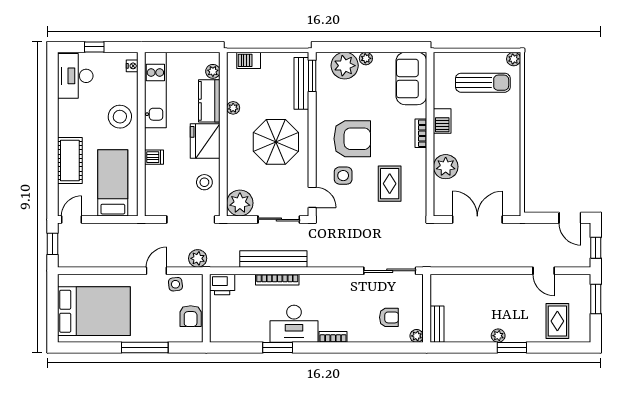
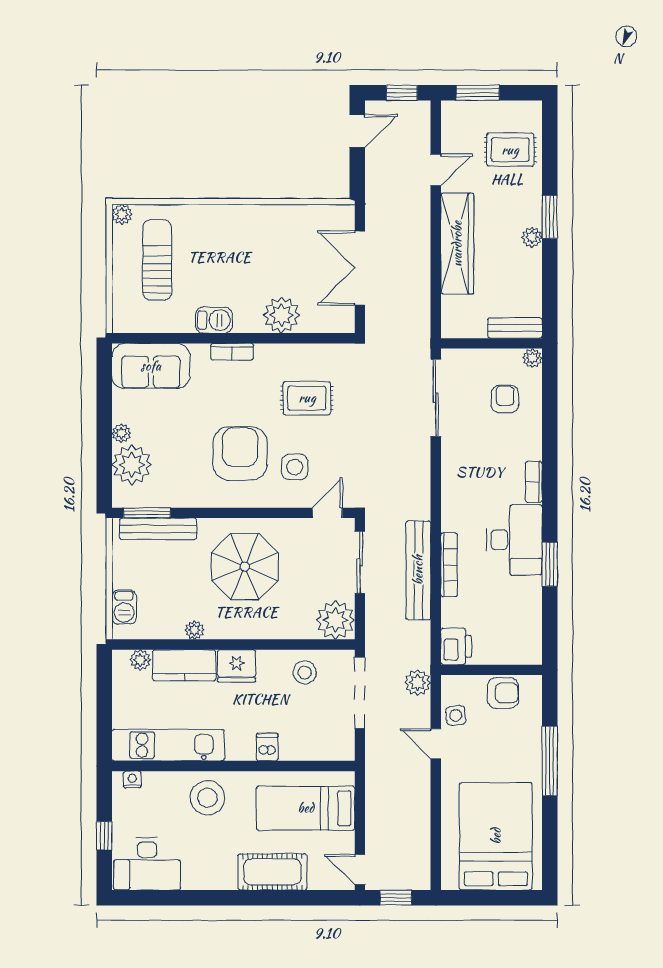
fridge: (205, 141) -> (237, 666), width x0.73, depth x0.75
wardrobe: (494, 285) -> (457, 244), added

